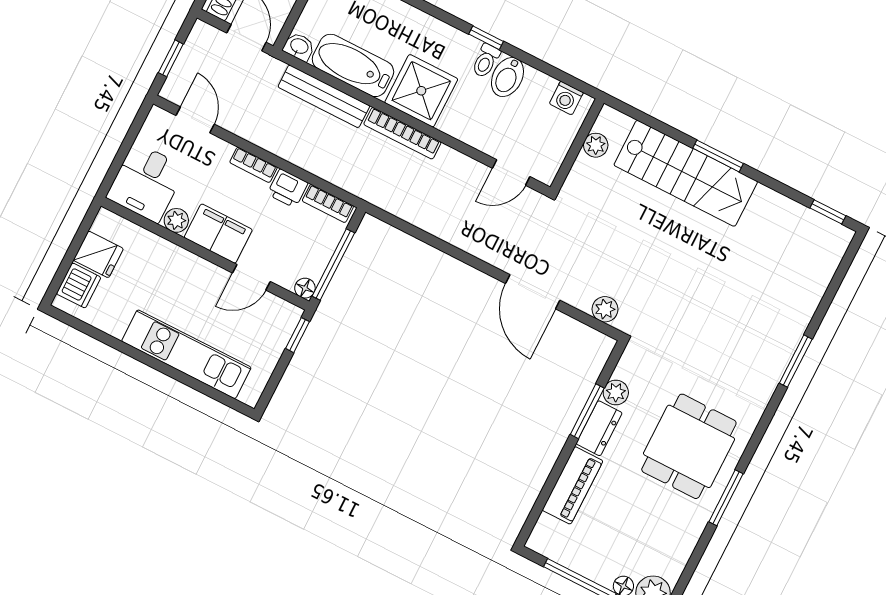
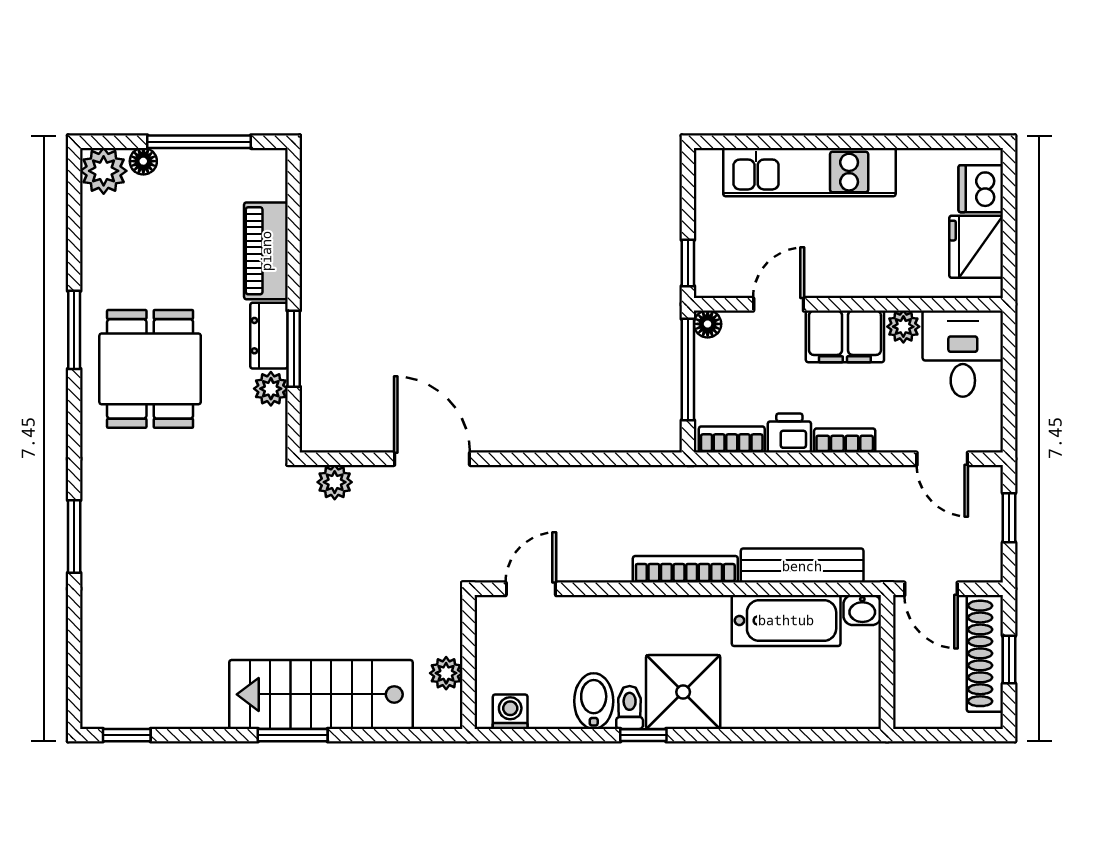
shower: (421, 91) -> (683, 692), moved
fridge: (98, 254) -> (976, 247), width x1.38

